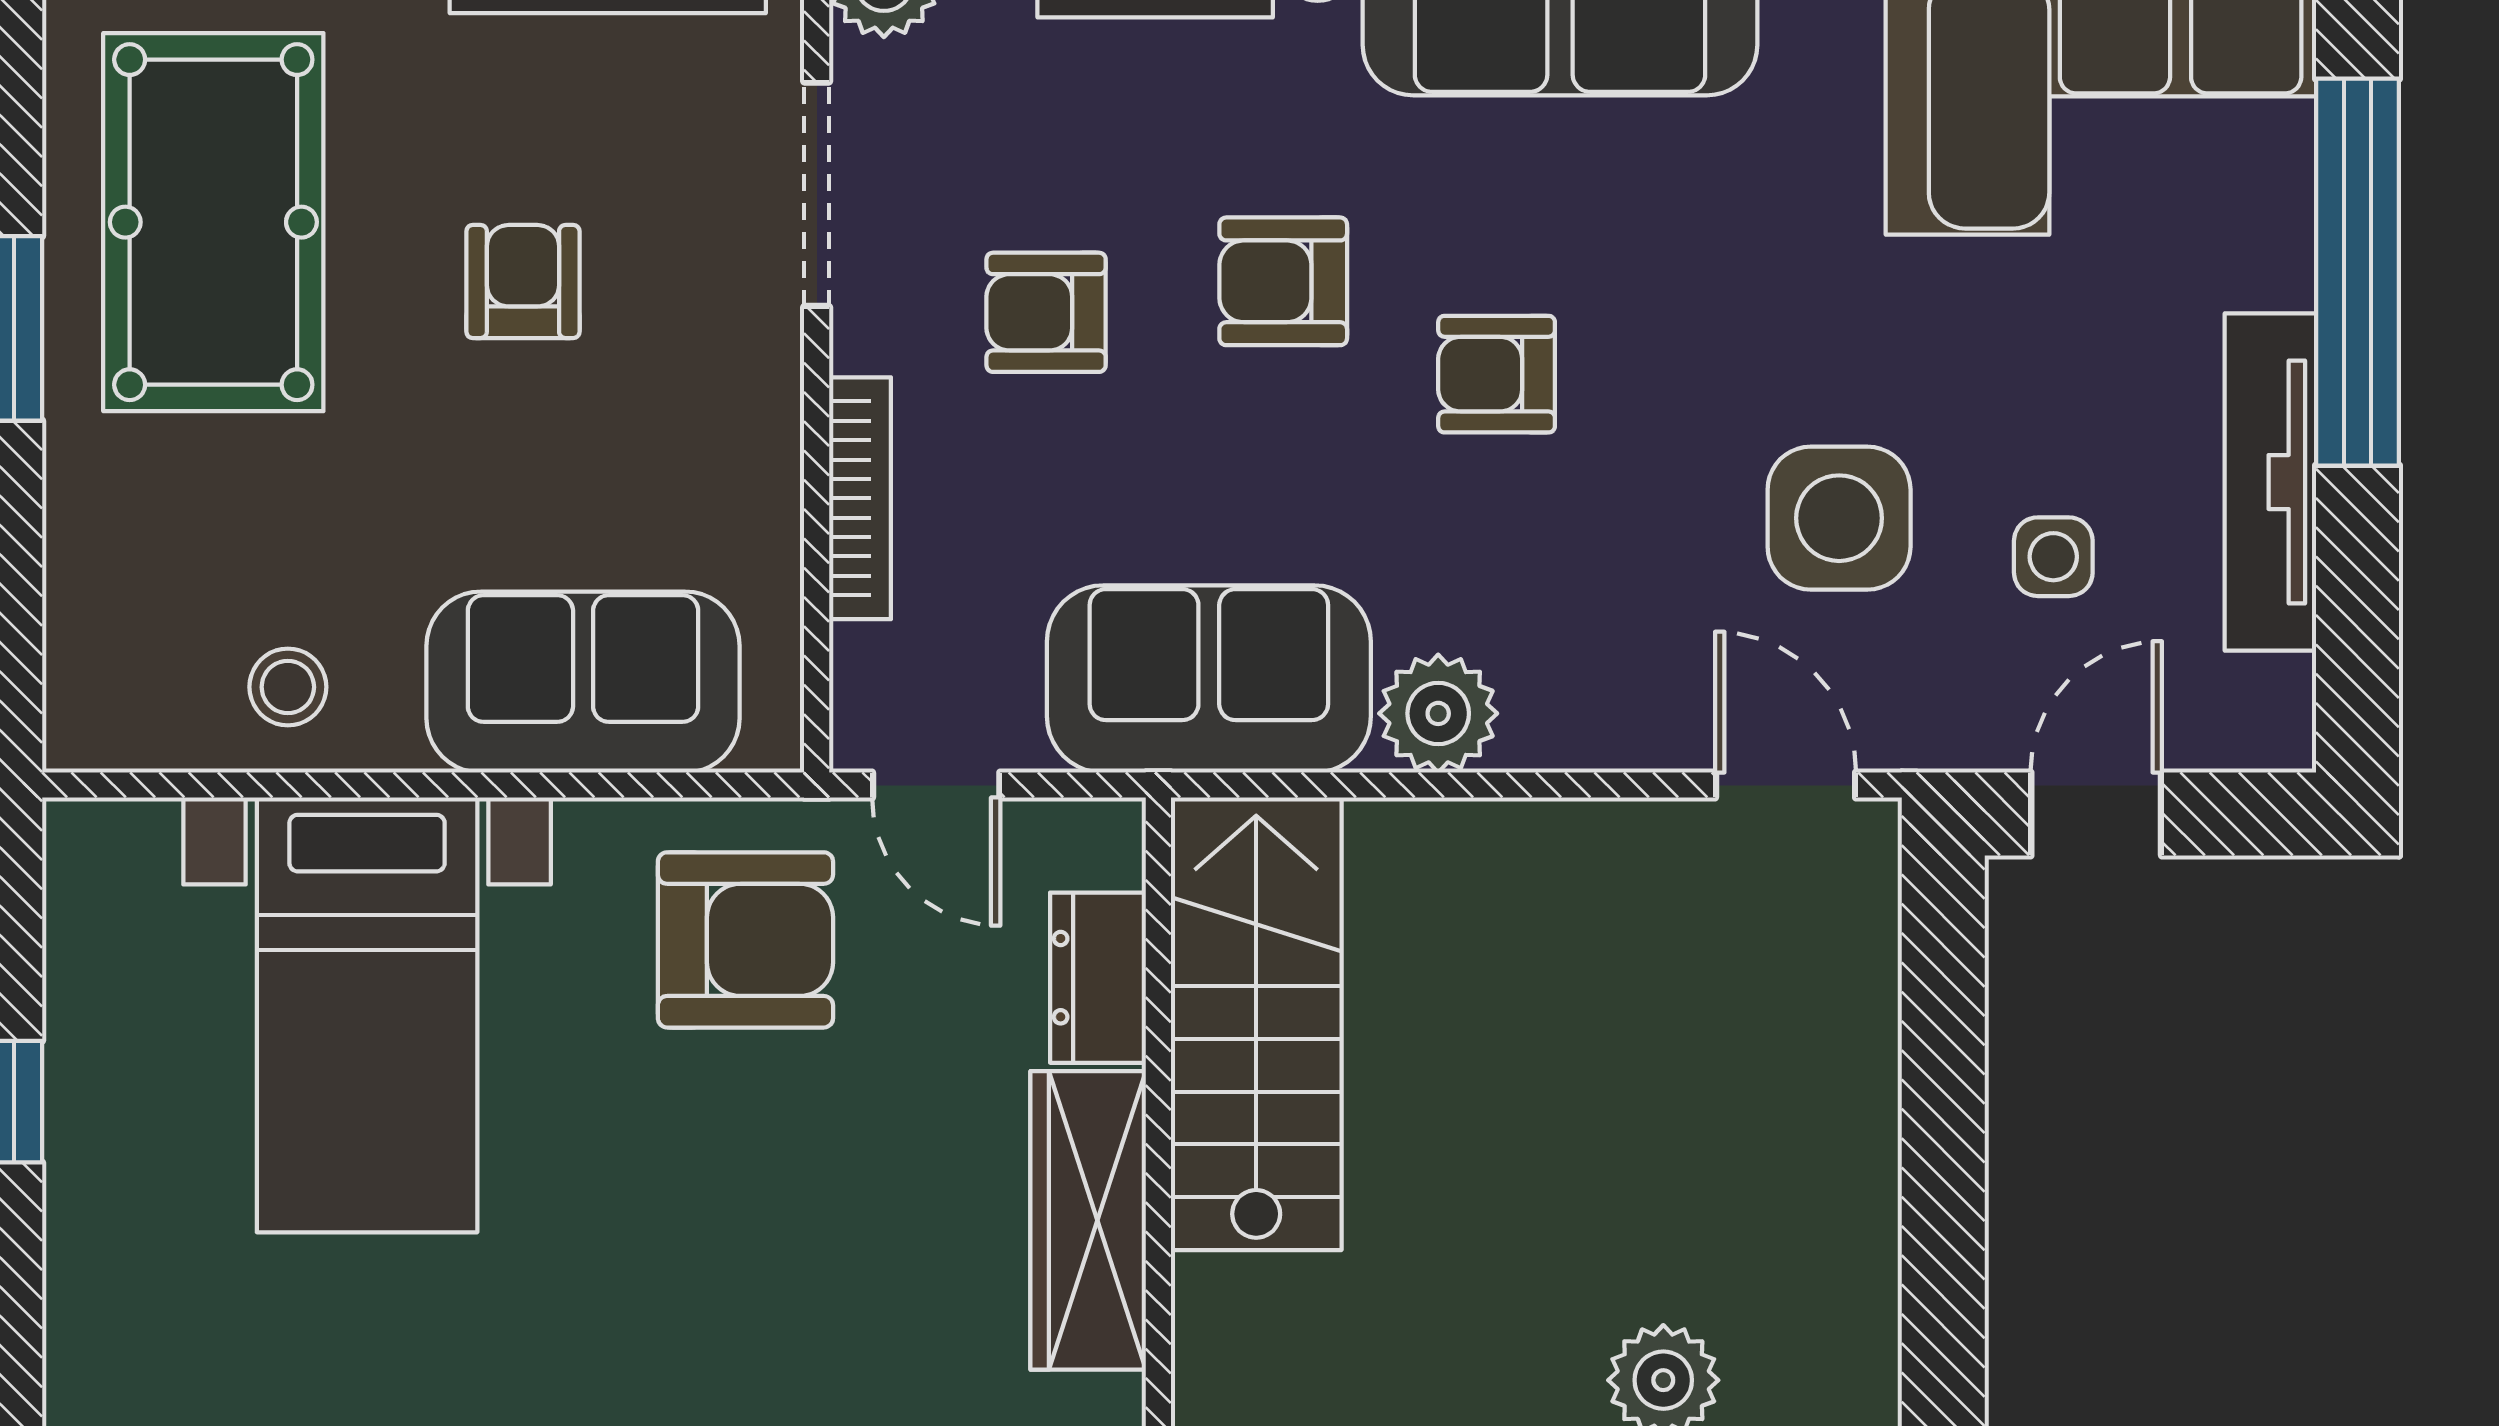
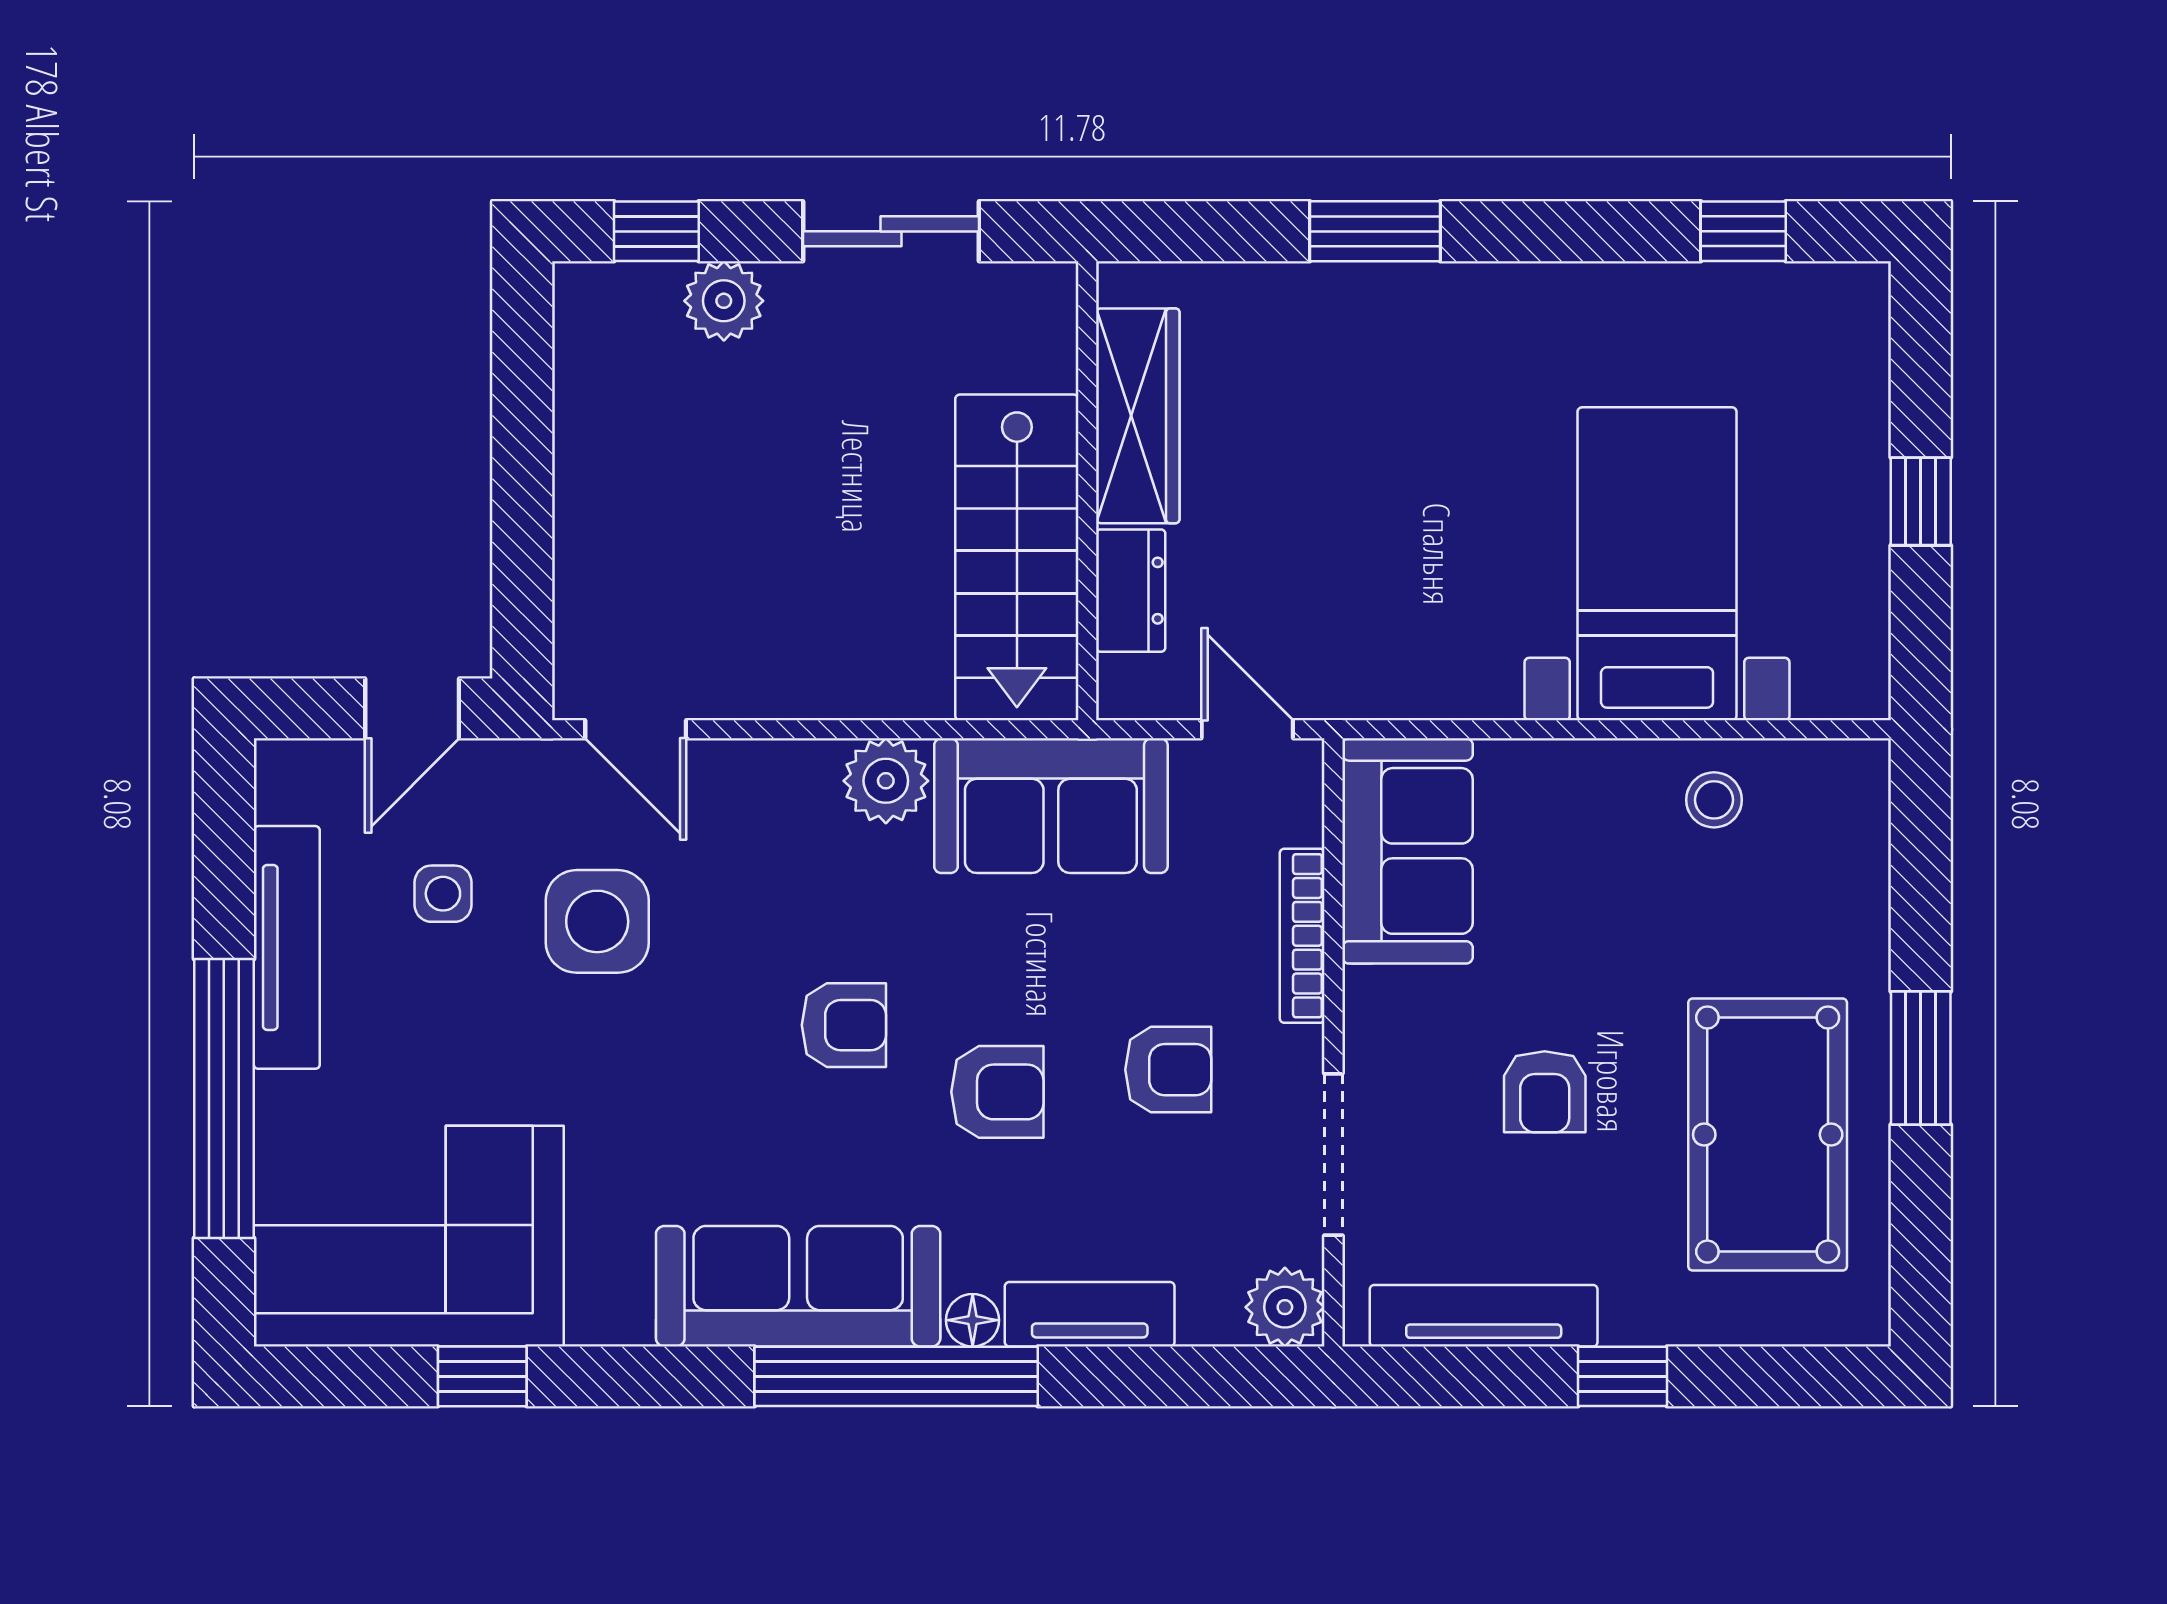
sofa: (583, 682) -> (1407, 851), moved, turned -90
armchair: (745, 940) -> (1385, 618), removed

